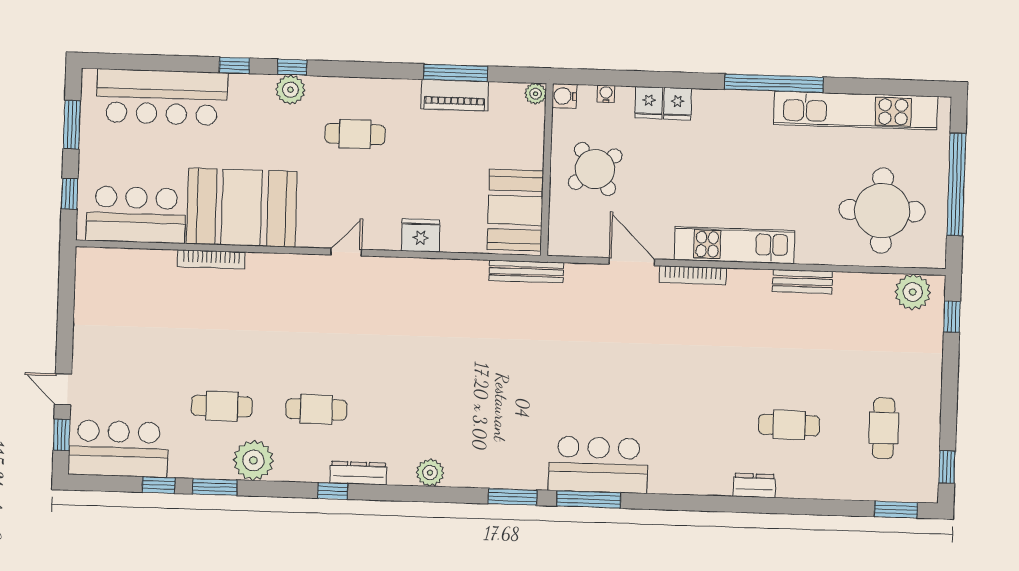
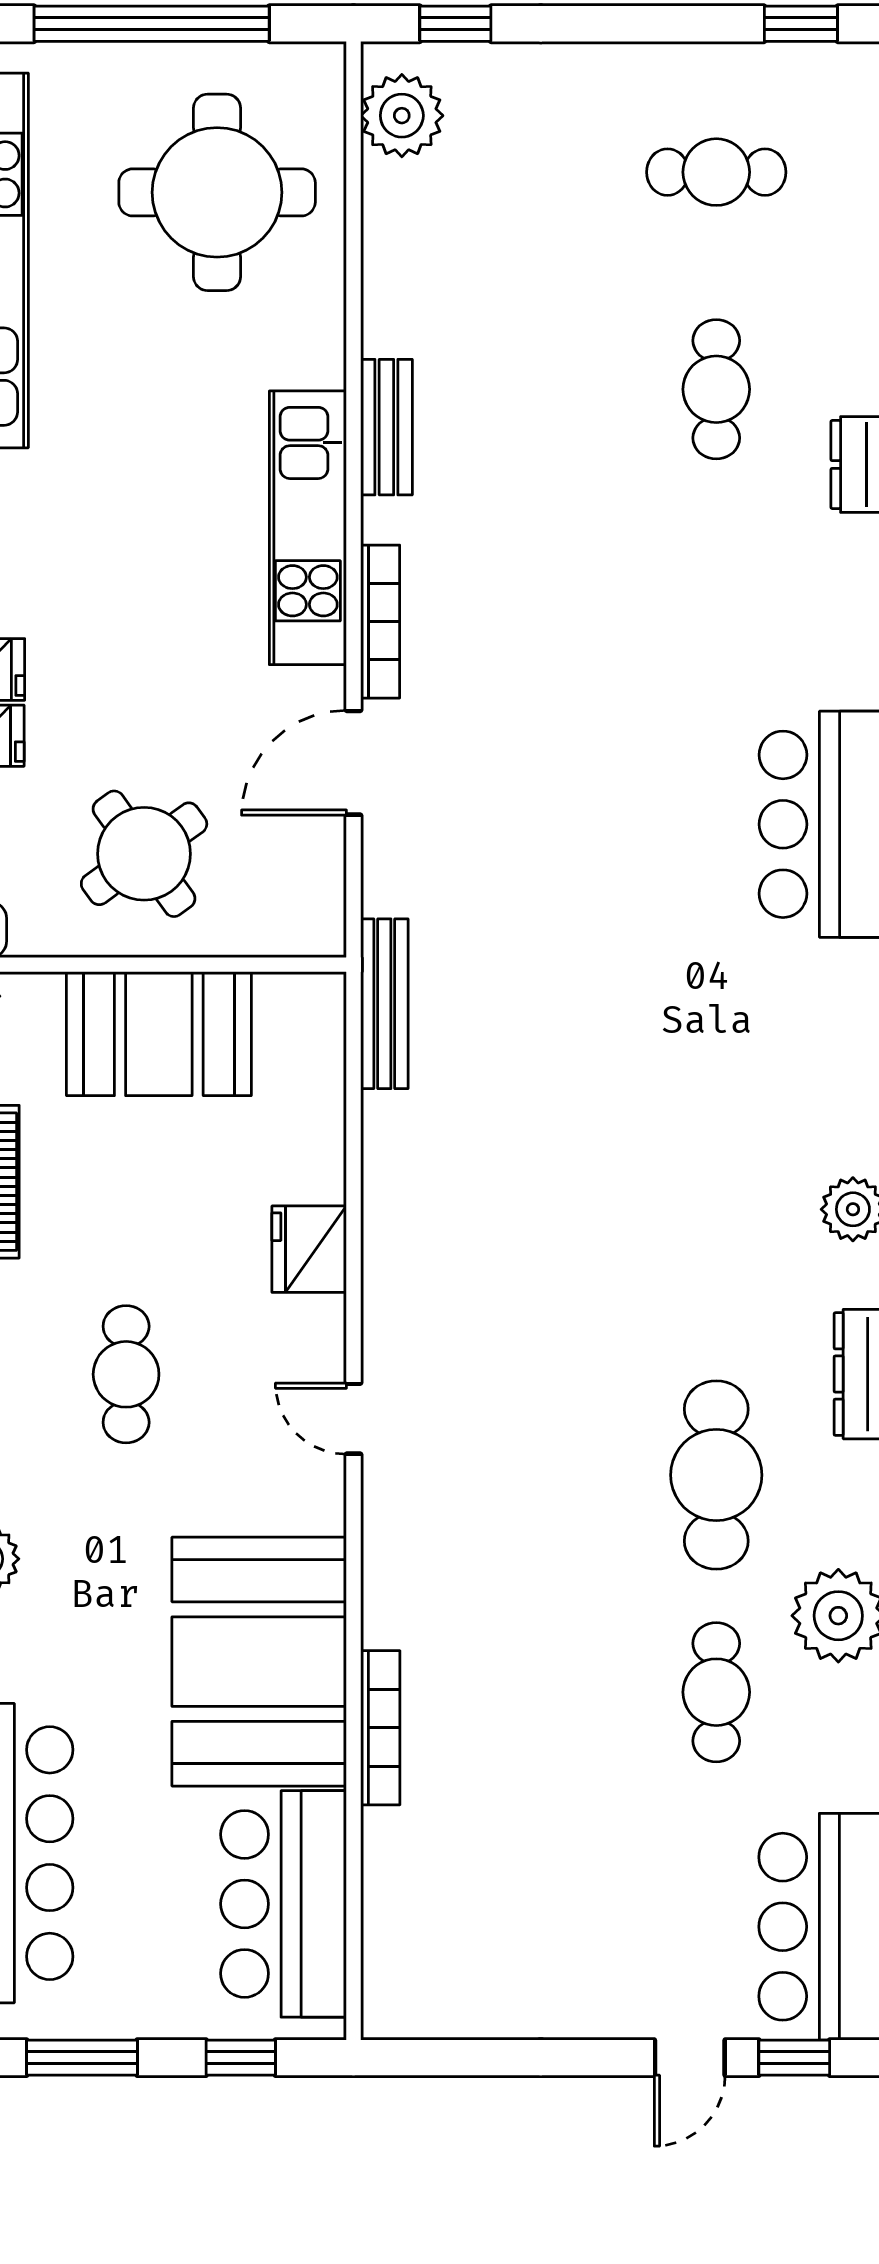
cafe table: (355, 134) -> (126, 1374), moved
booth: (515, 210) -> (159, 1034), moved
bench: (802, 282) -> (386, 427), moved
cafe table: (316, 409) -> (716, 1475), width x1.37, depth x1.35

